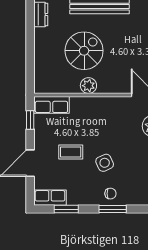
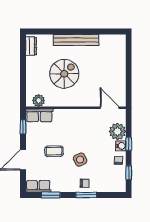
plant: (88, 86) -> (39, 100), moved

